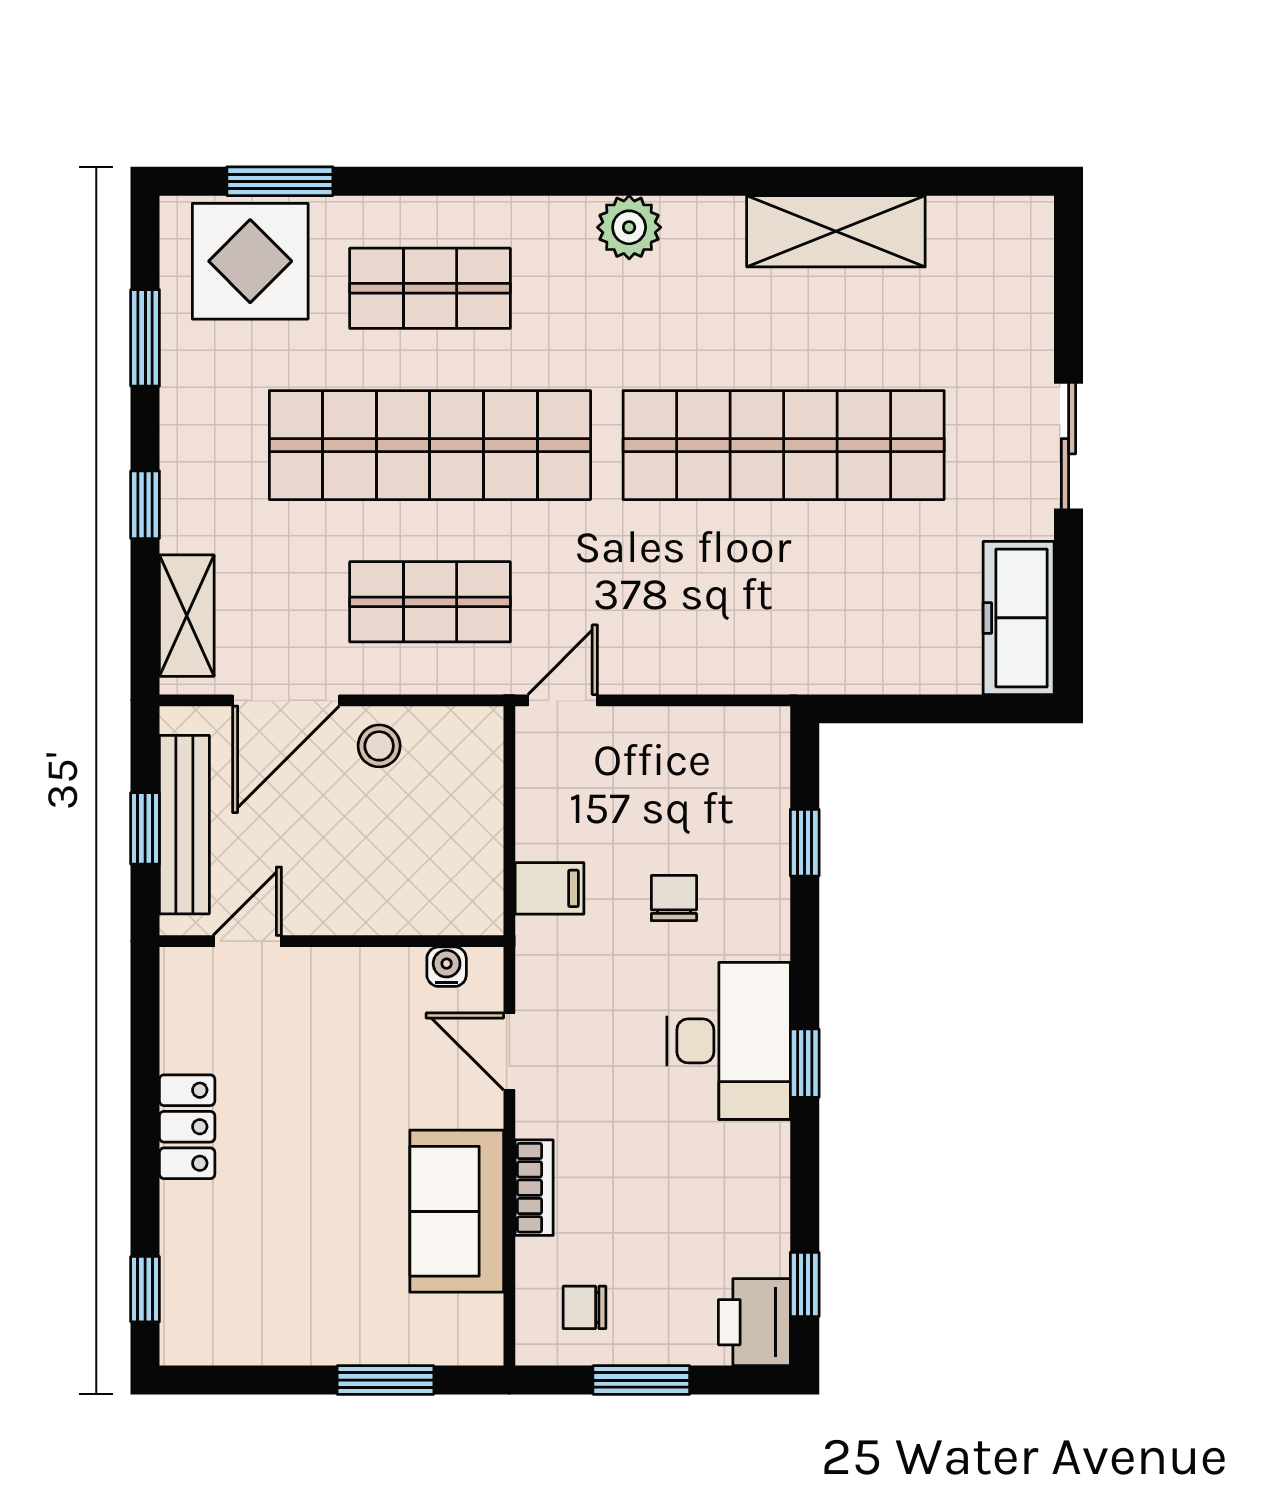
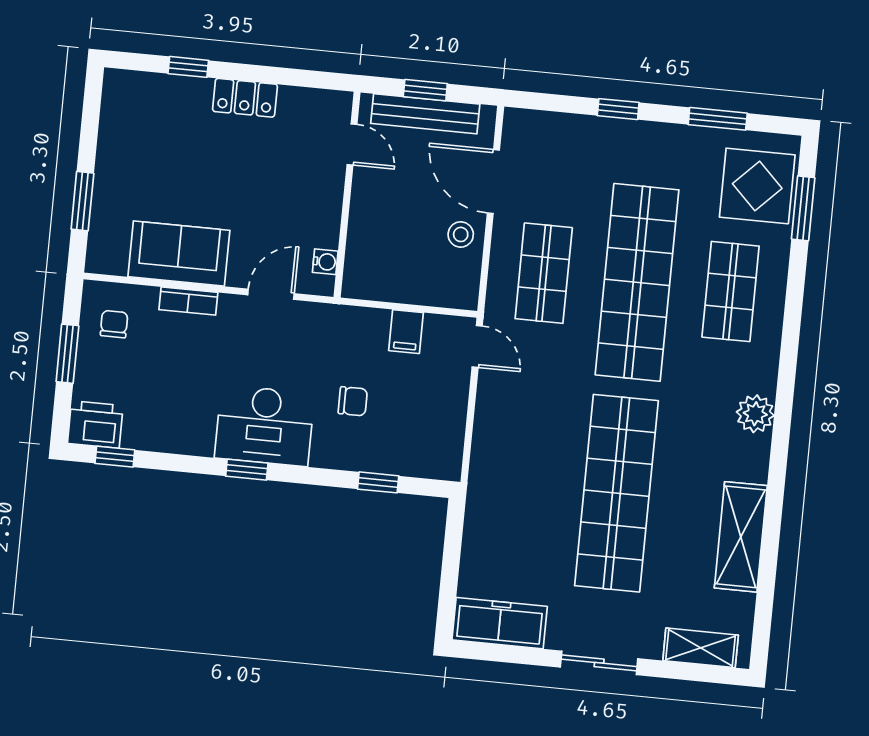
shelving: (187, 616) -> (701, 648), moved
filing cabinet: (549, 888) -> (406, 332), moved
window: (145, 1289) -> (188, 67), moved

